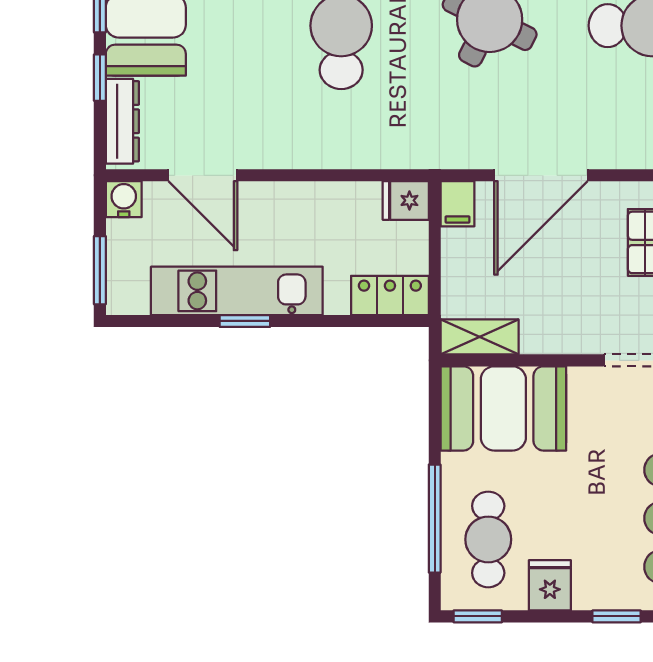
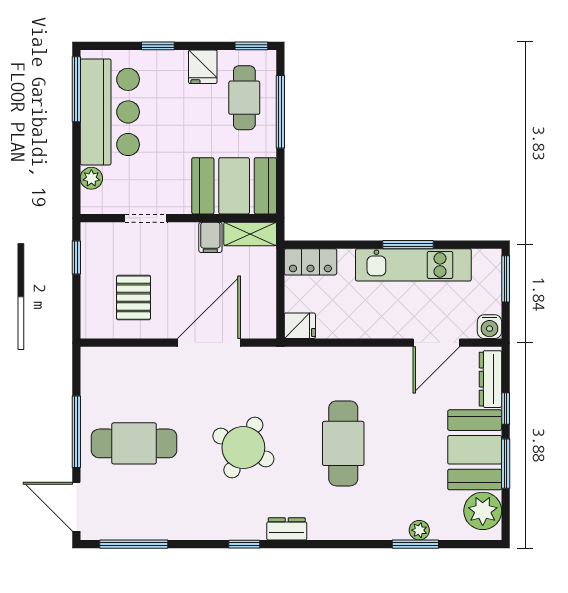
door: (203, 175) -> (436, 343), swing flipped
filing cabinet: (458, 204) -> (210, 237), moved, turned 180
window: (245, 321) -> (408, 245), width x1.50

